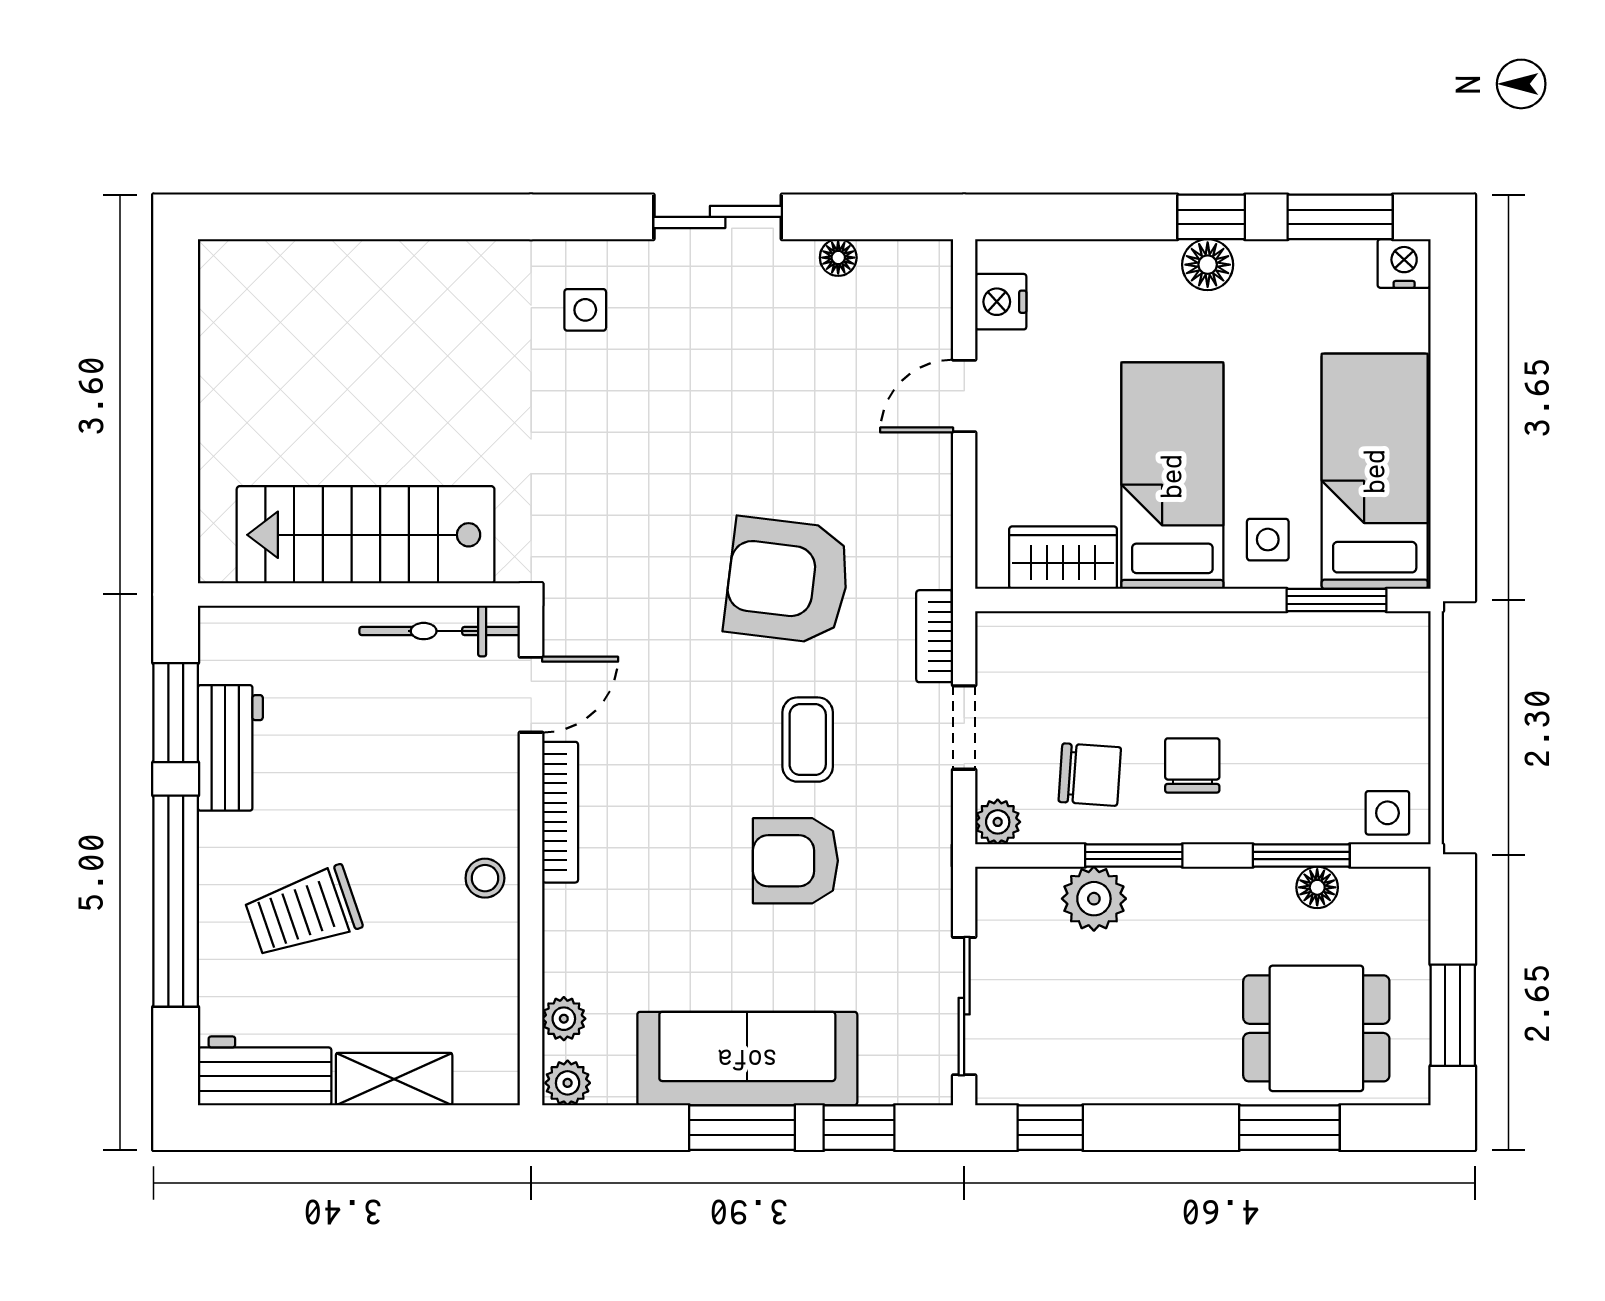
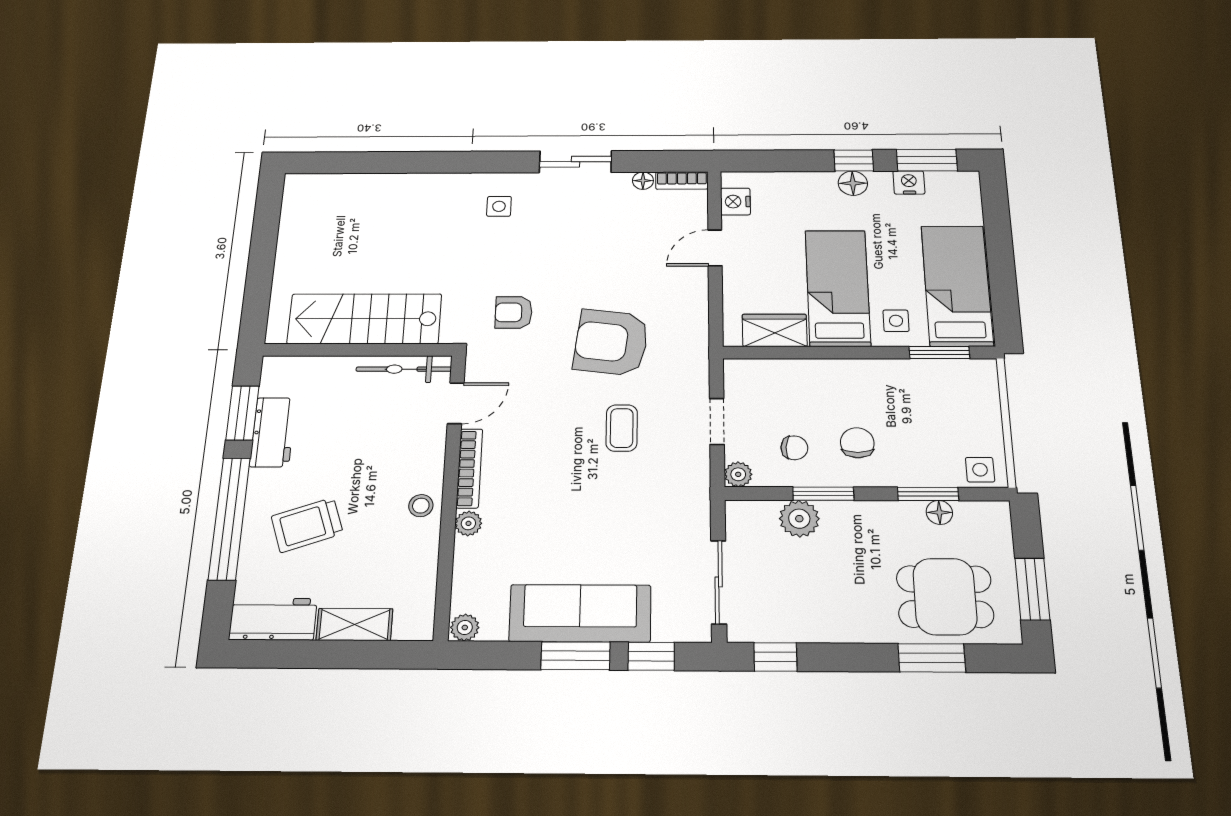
nightstand: (1404, 263) -> (909, 182), moved
bookcase: (935, 636) -> (682, 180), moved, turned -90
chair: (1090, 775) -> (794, 448), width x0.73, depth x0.73
armchair: (795, 861) -> (514, 312), moved, width x0.72, depth x0.72
plant: (564, 1019) -> (468, 523), moved

